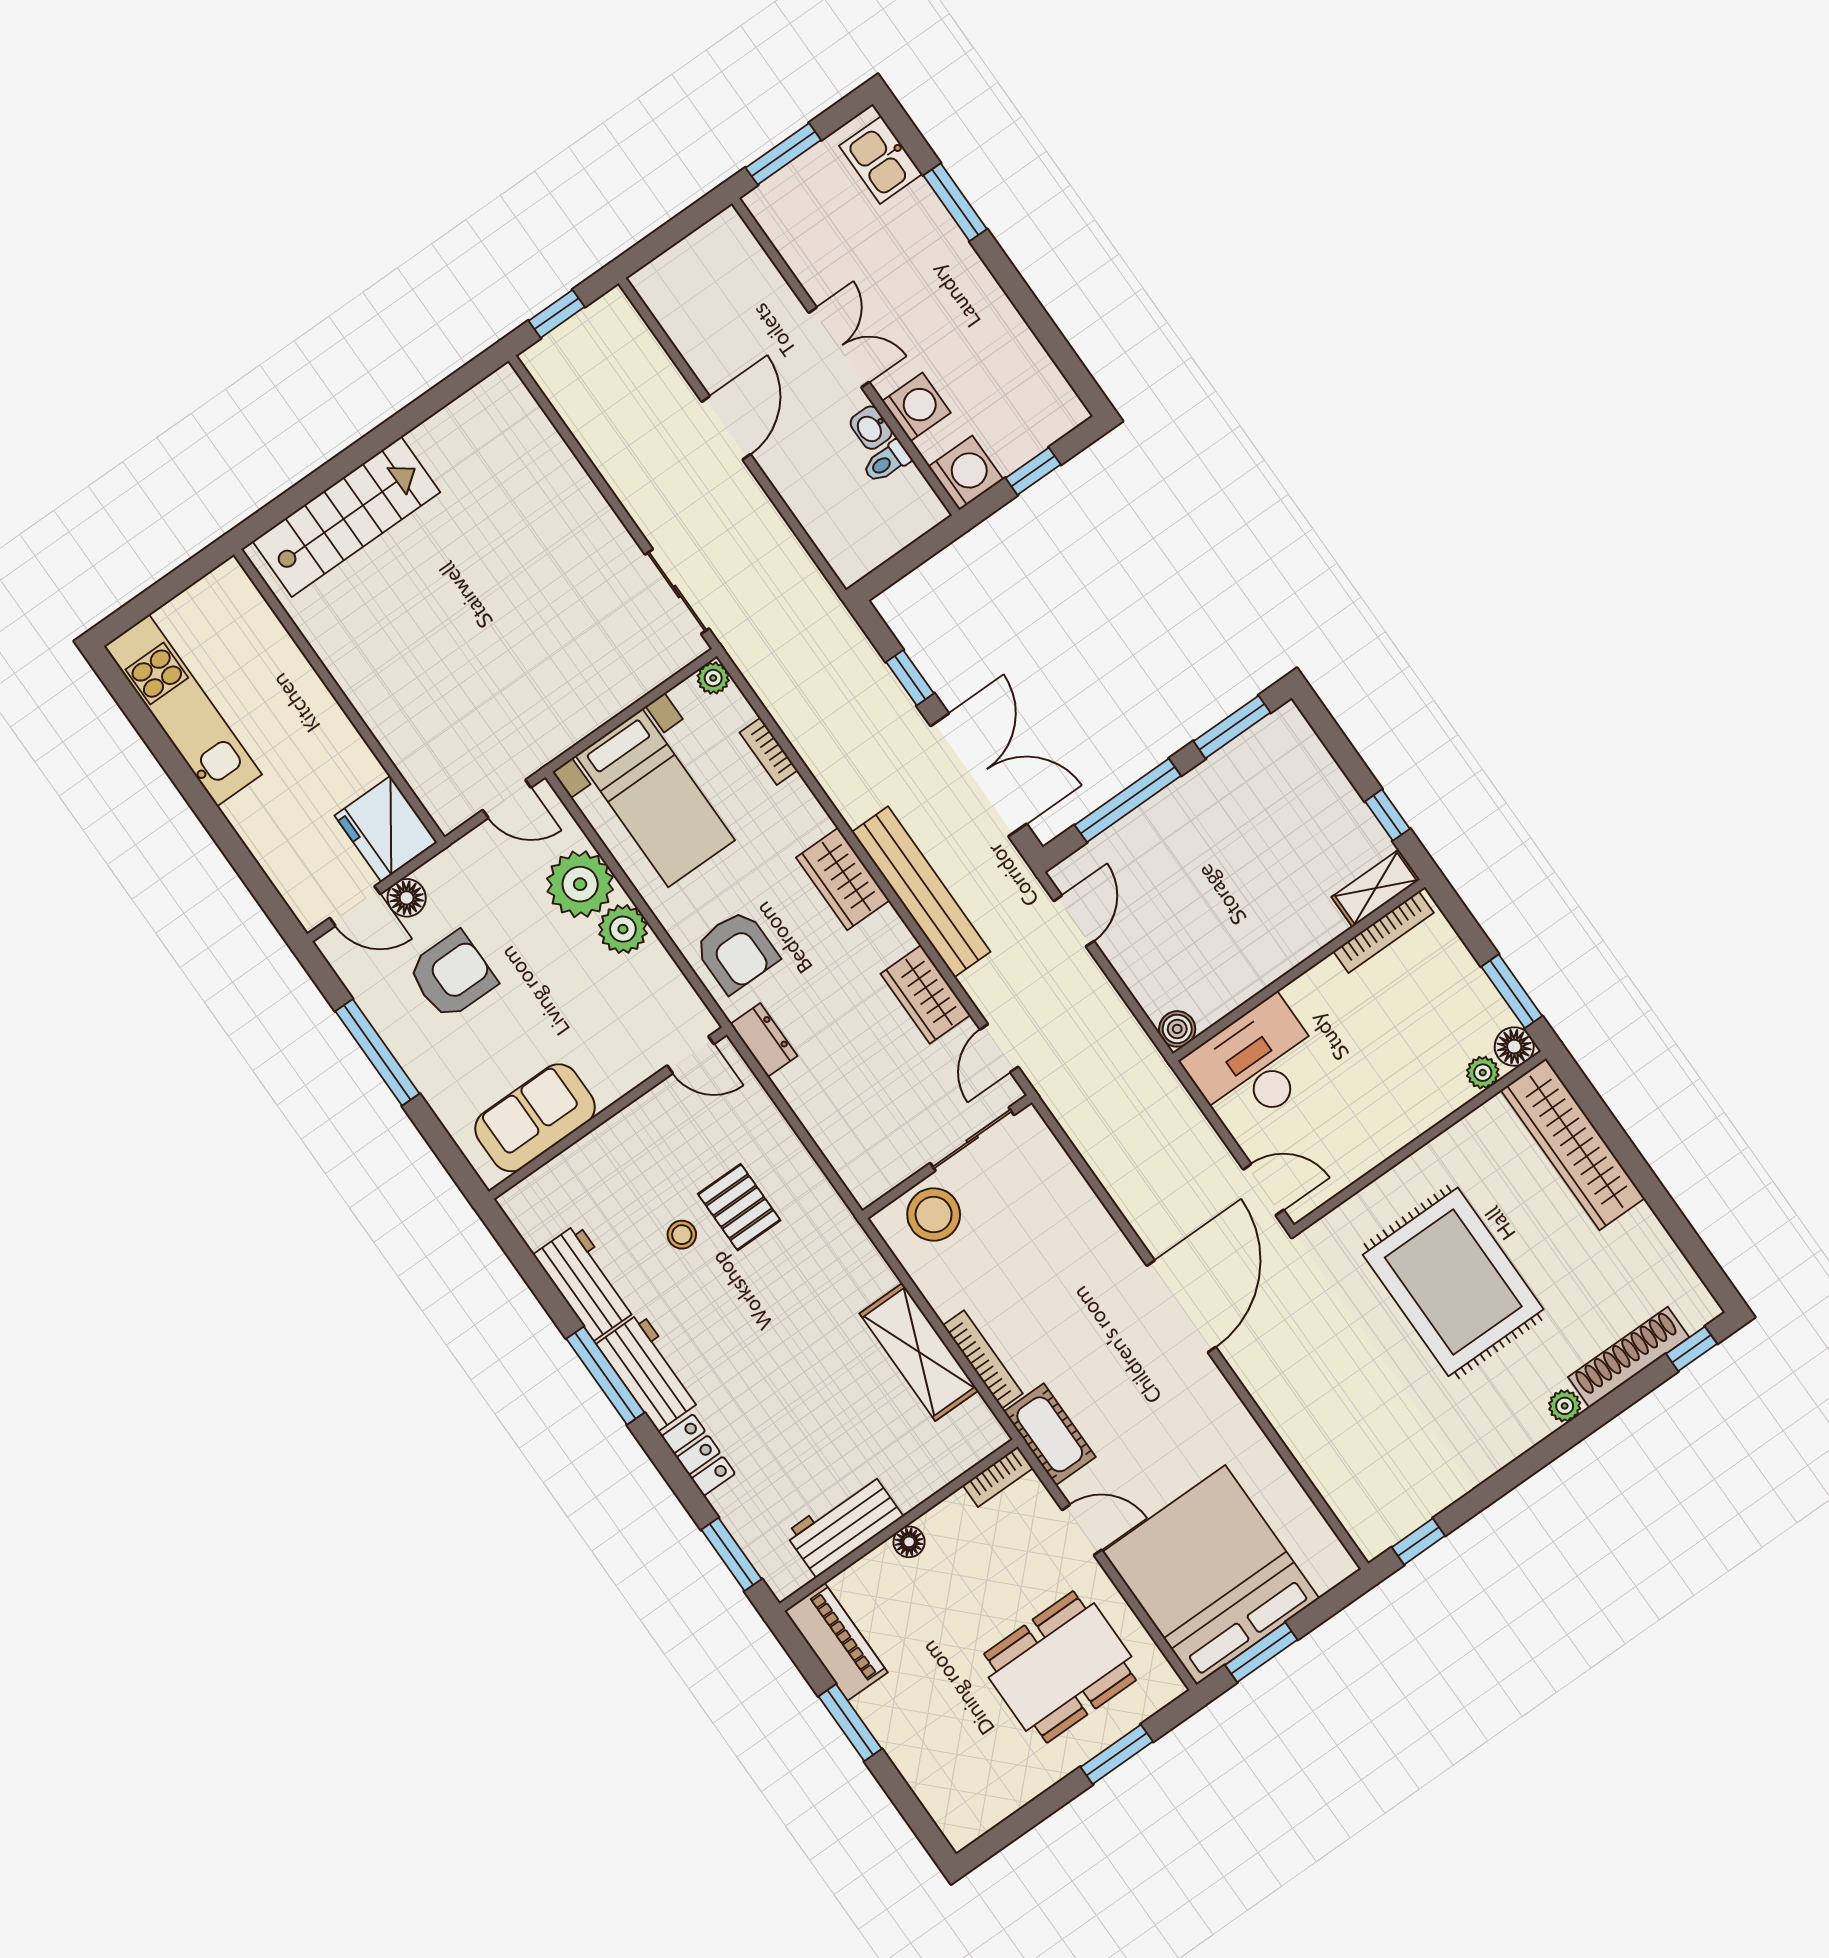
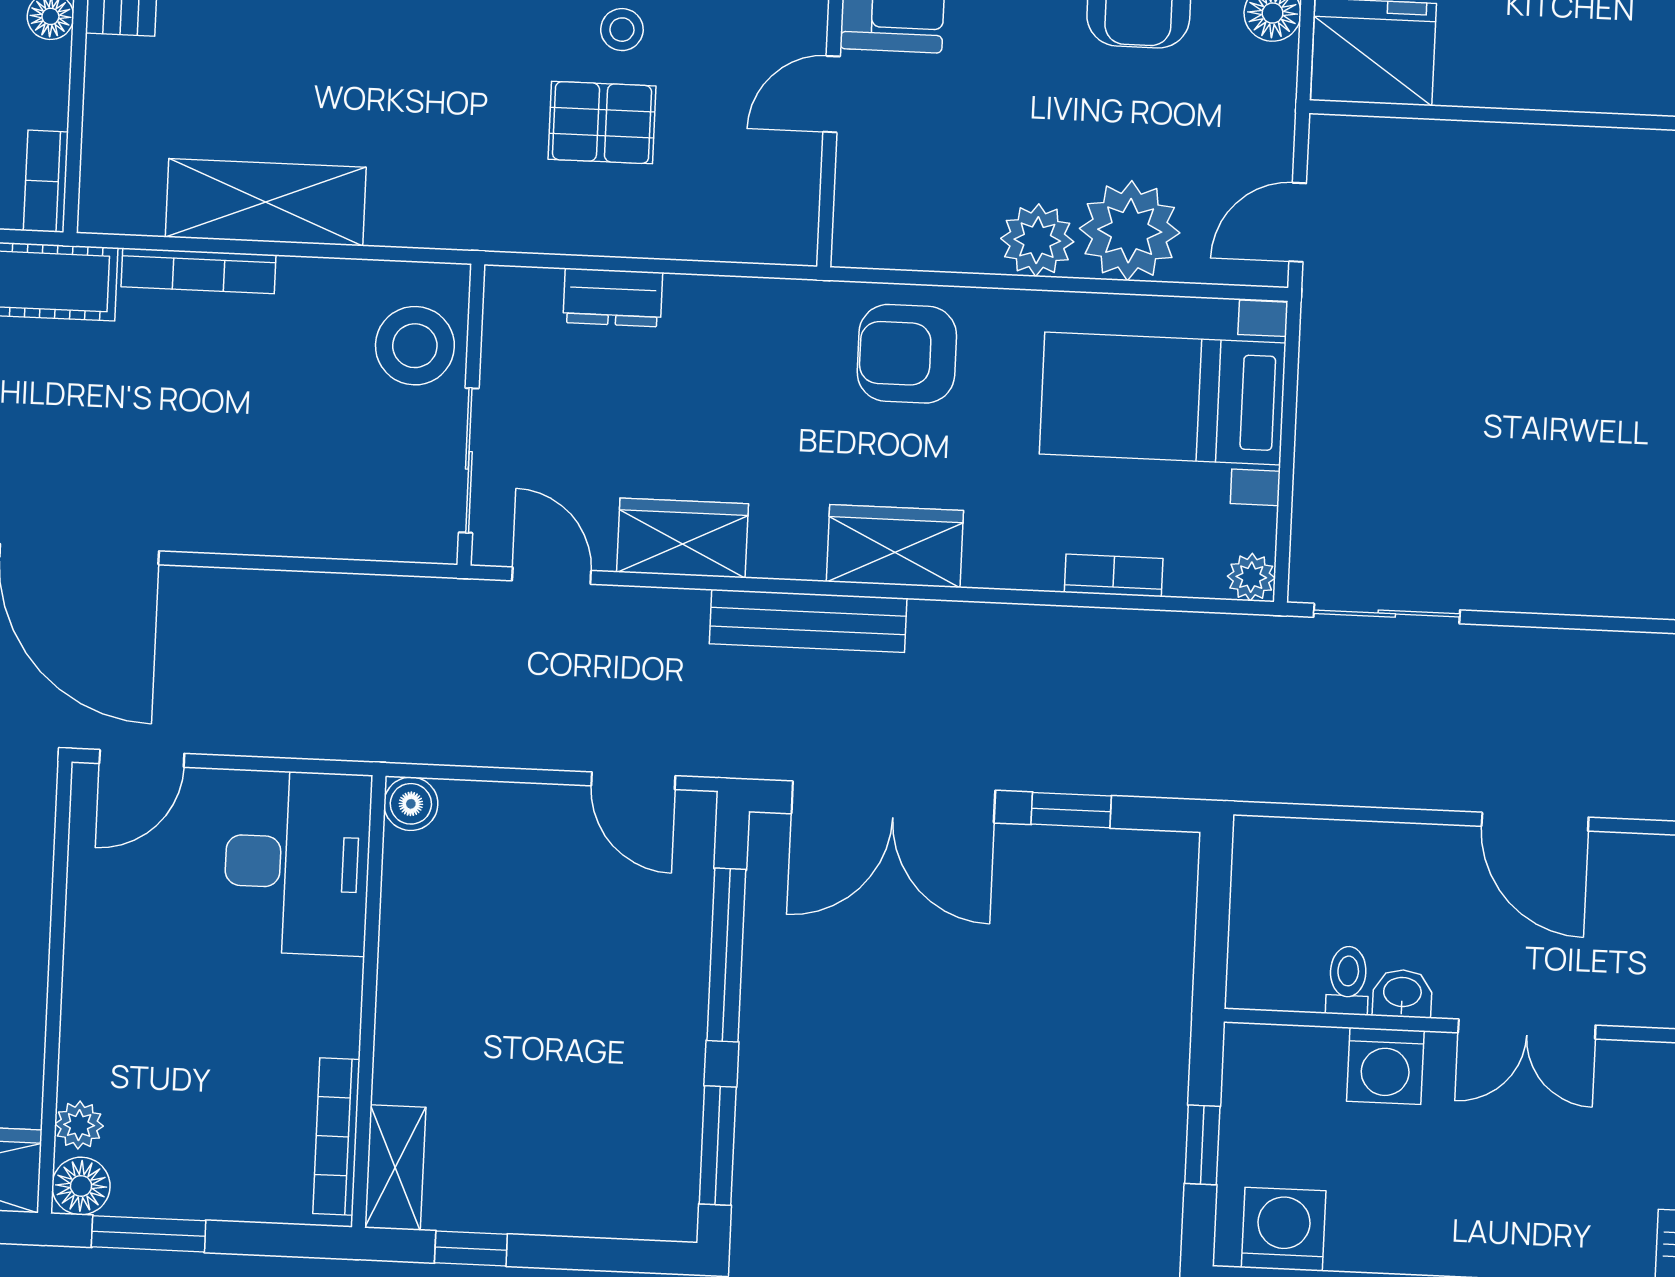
washing machine: (966, 473) -> (1284, 1229), moved, turned 180
bench: (921, 892) -> (808, 621), width x0.73, depth x0.82
dresser: (764, 1040) -> (613, 298), moved
door: (691, 1055) -> (832, 94), moved

